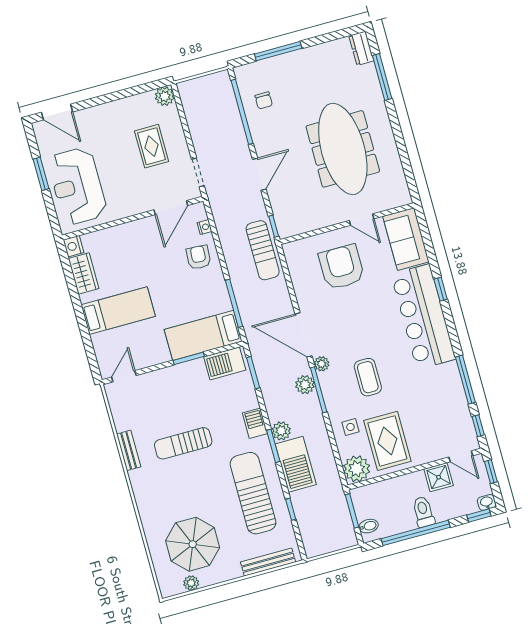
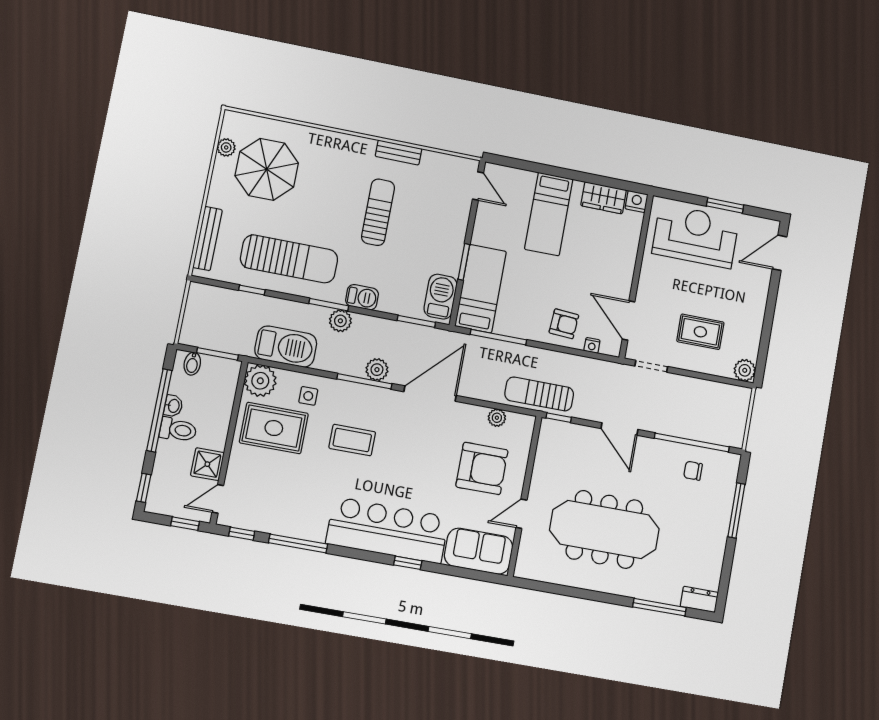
plant: (322, 364) -> (497, 418), moved
barbecue: (296, 464) -> (286, 347), moved, turned 180
washbasin: (487, 502) -> (173, 406), moved

